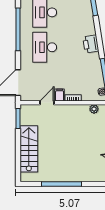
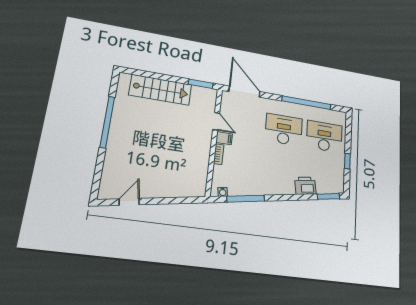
printer: (91, 44) -> (305, 186), moved
plant: (94, 109) -> (201, 178), removed

